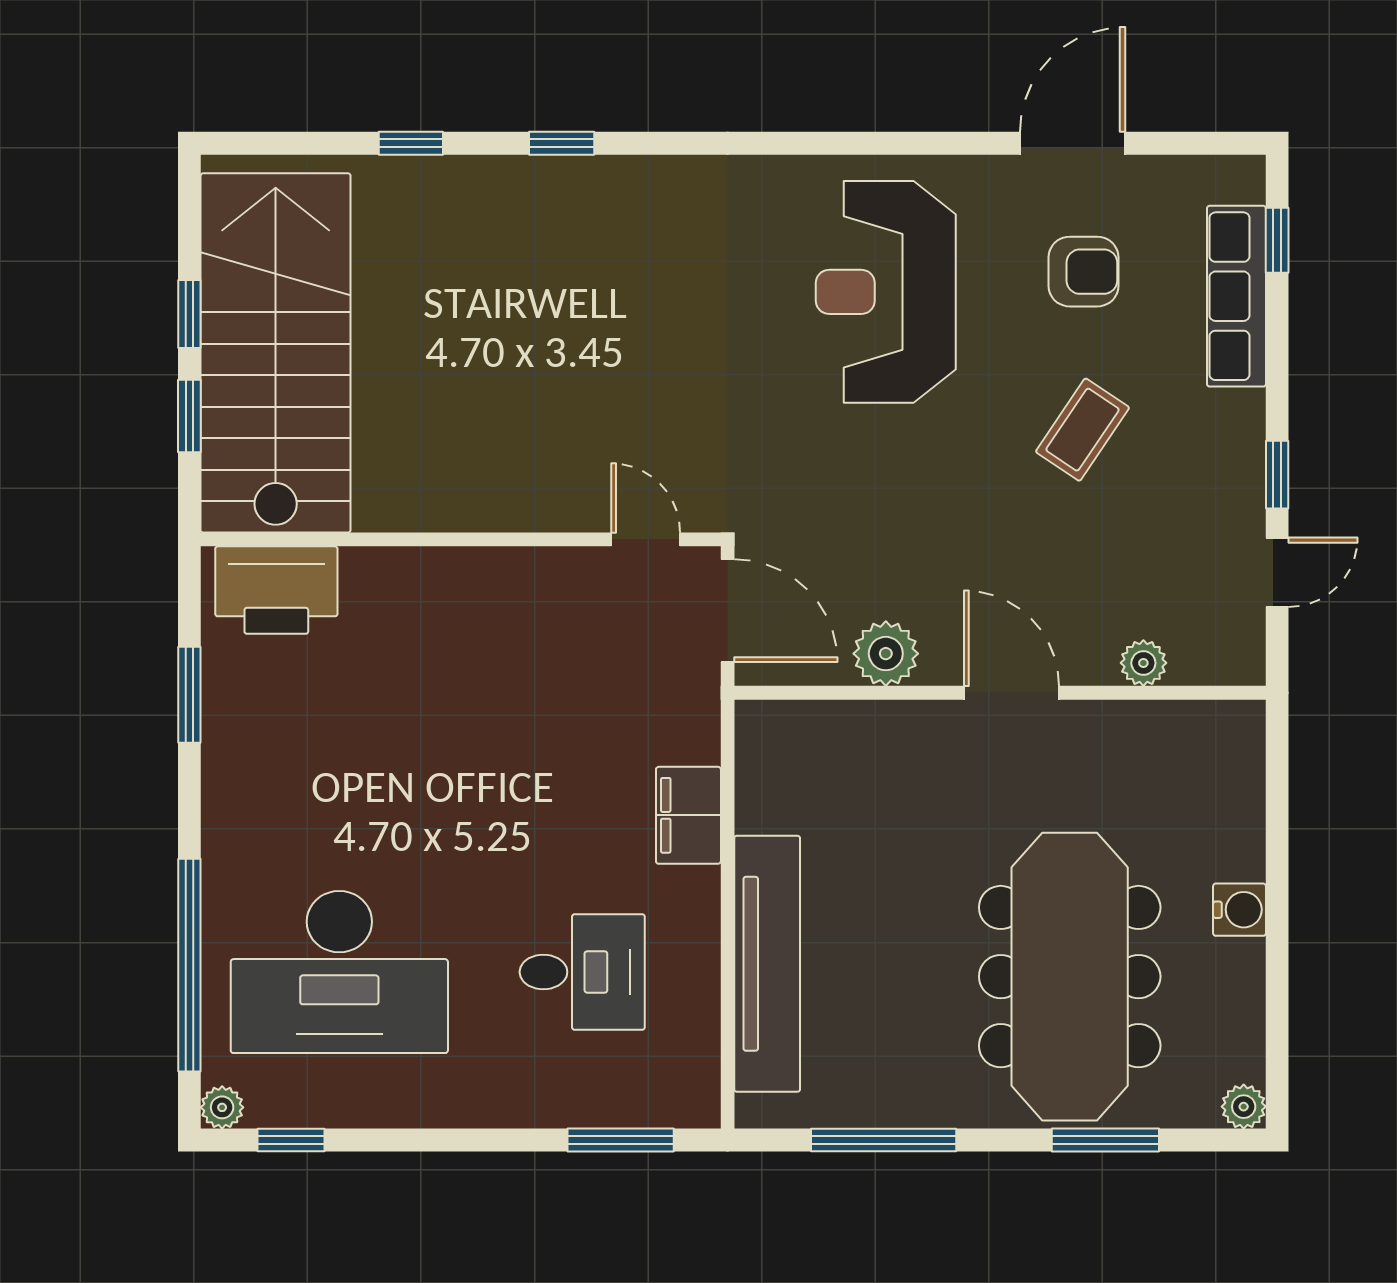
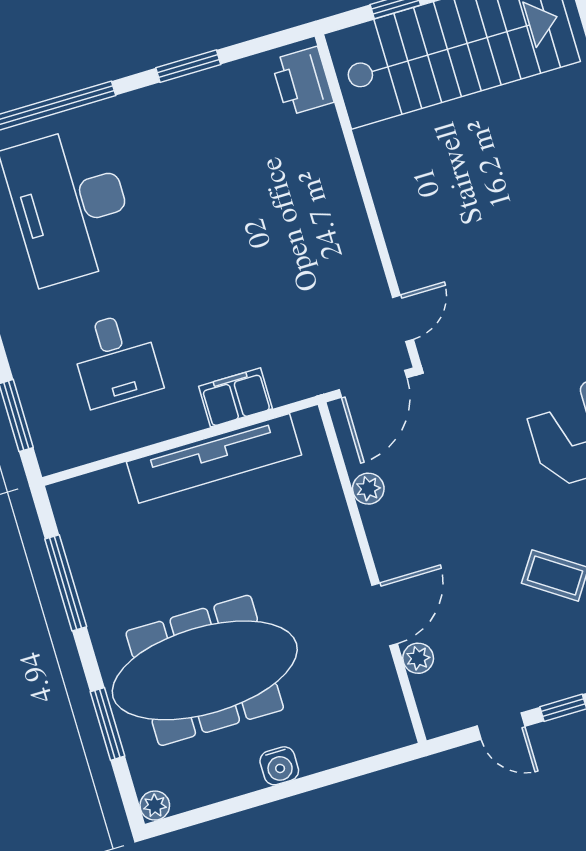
printer: (276, 590) -> (302, 81), width x0.73, depth x0.84
plant: (886, 654) -> (368, 489), width x0.73, depth x0.73
door: (1011, 693) -> (385, 614), moved
window: (189, 695) -> (188, 66), moved
tv unit: (767, 964) -> (214, 458), moved

